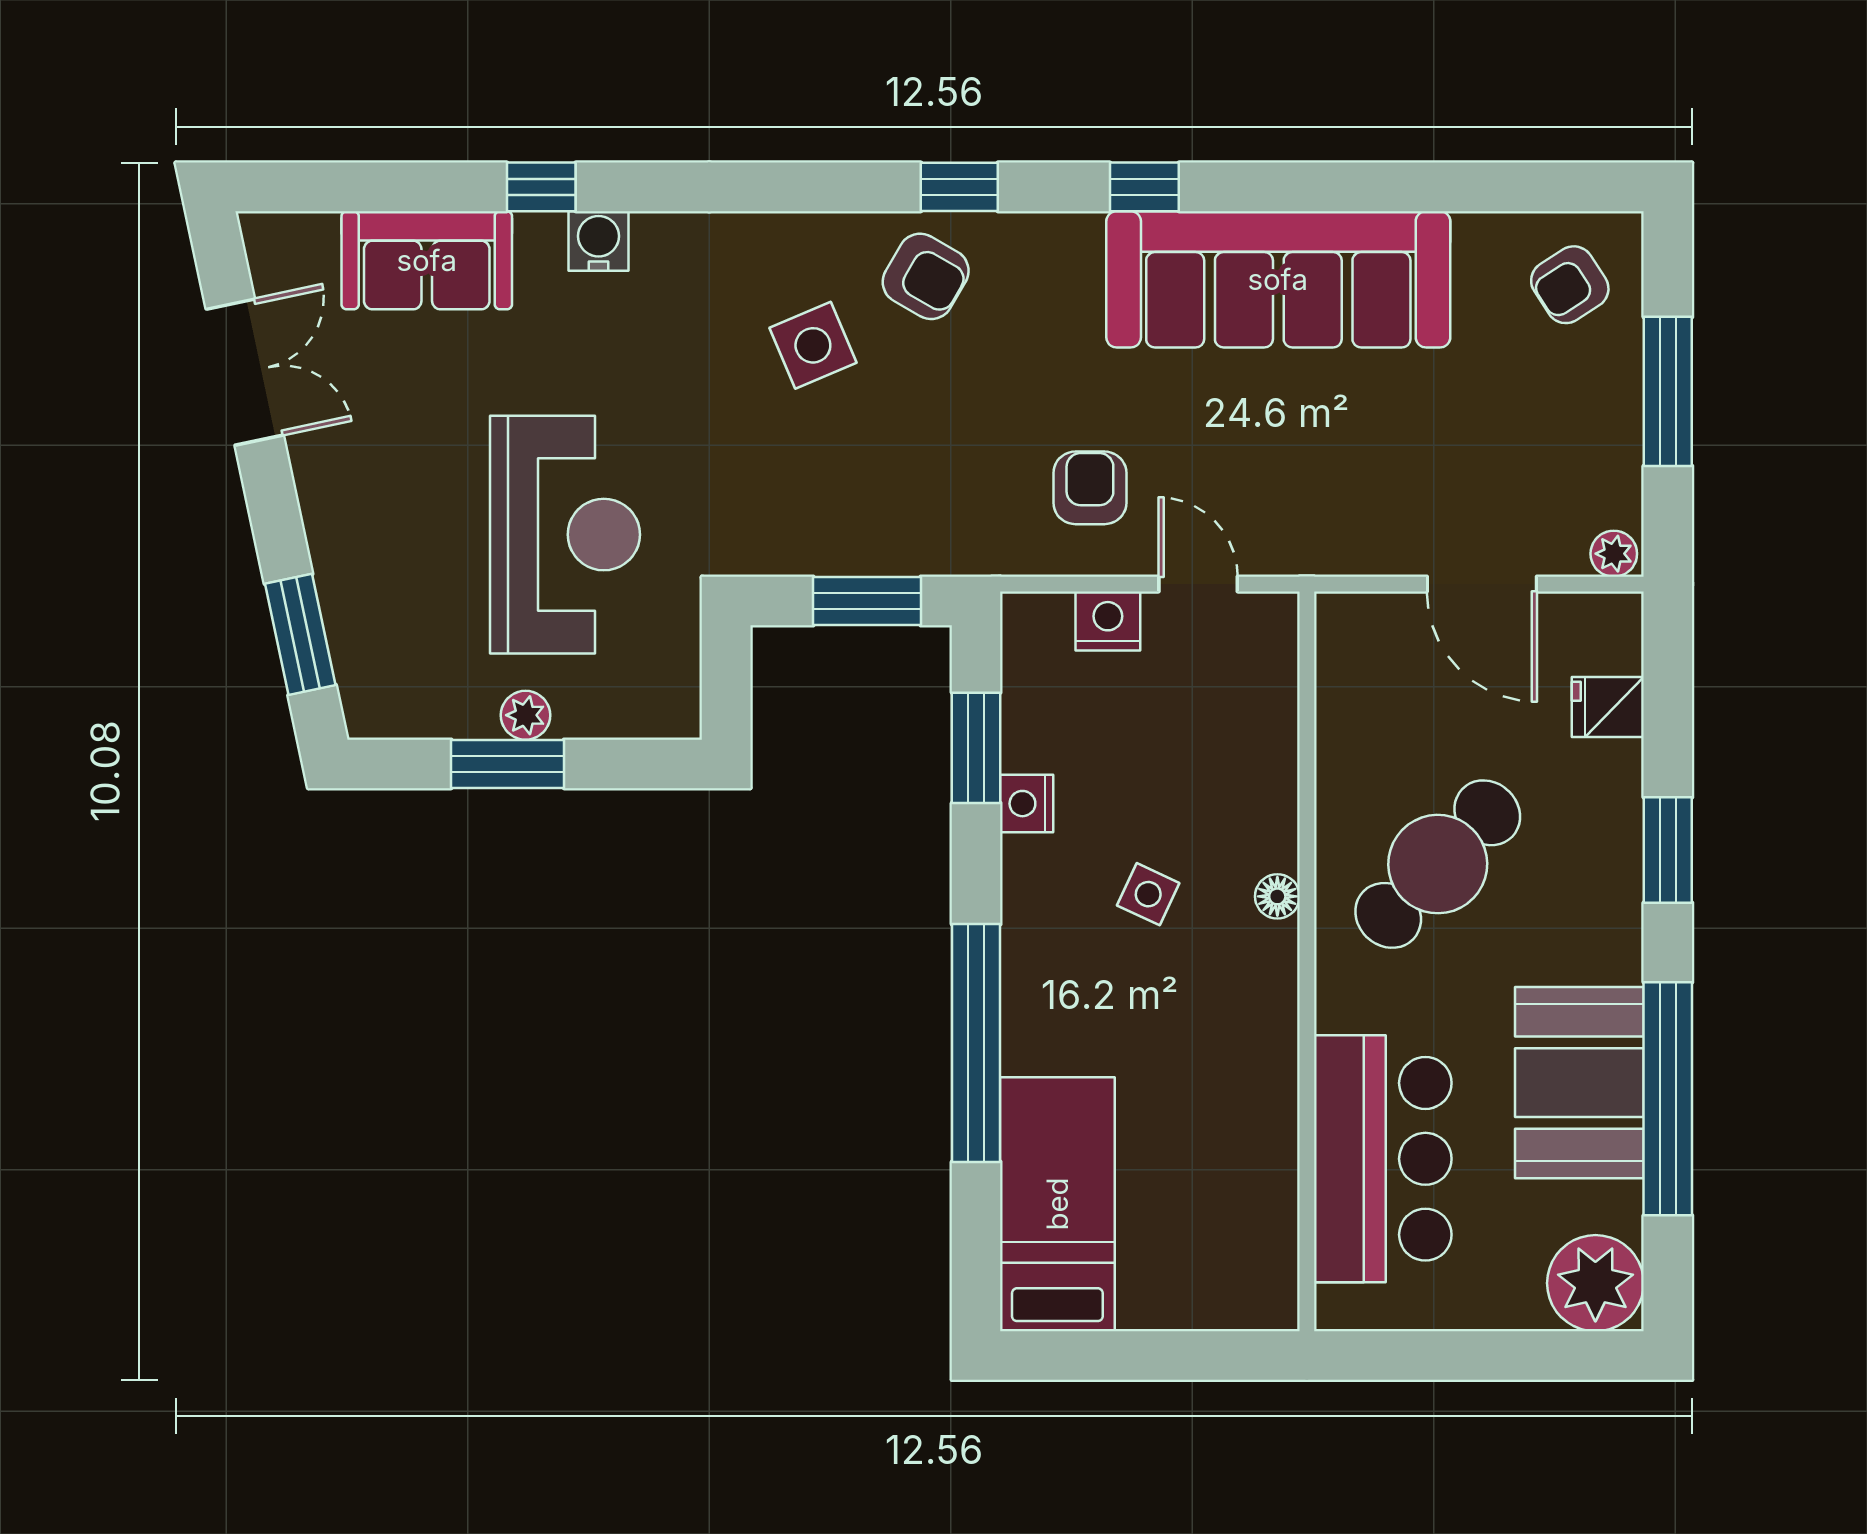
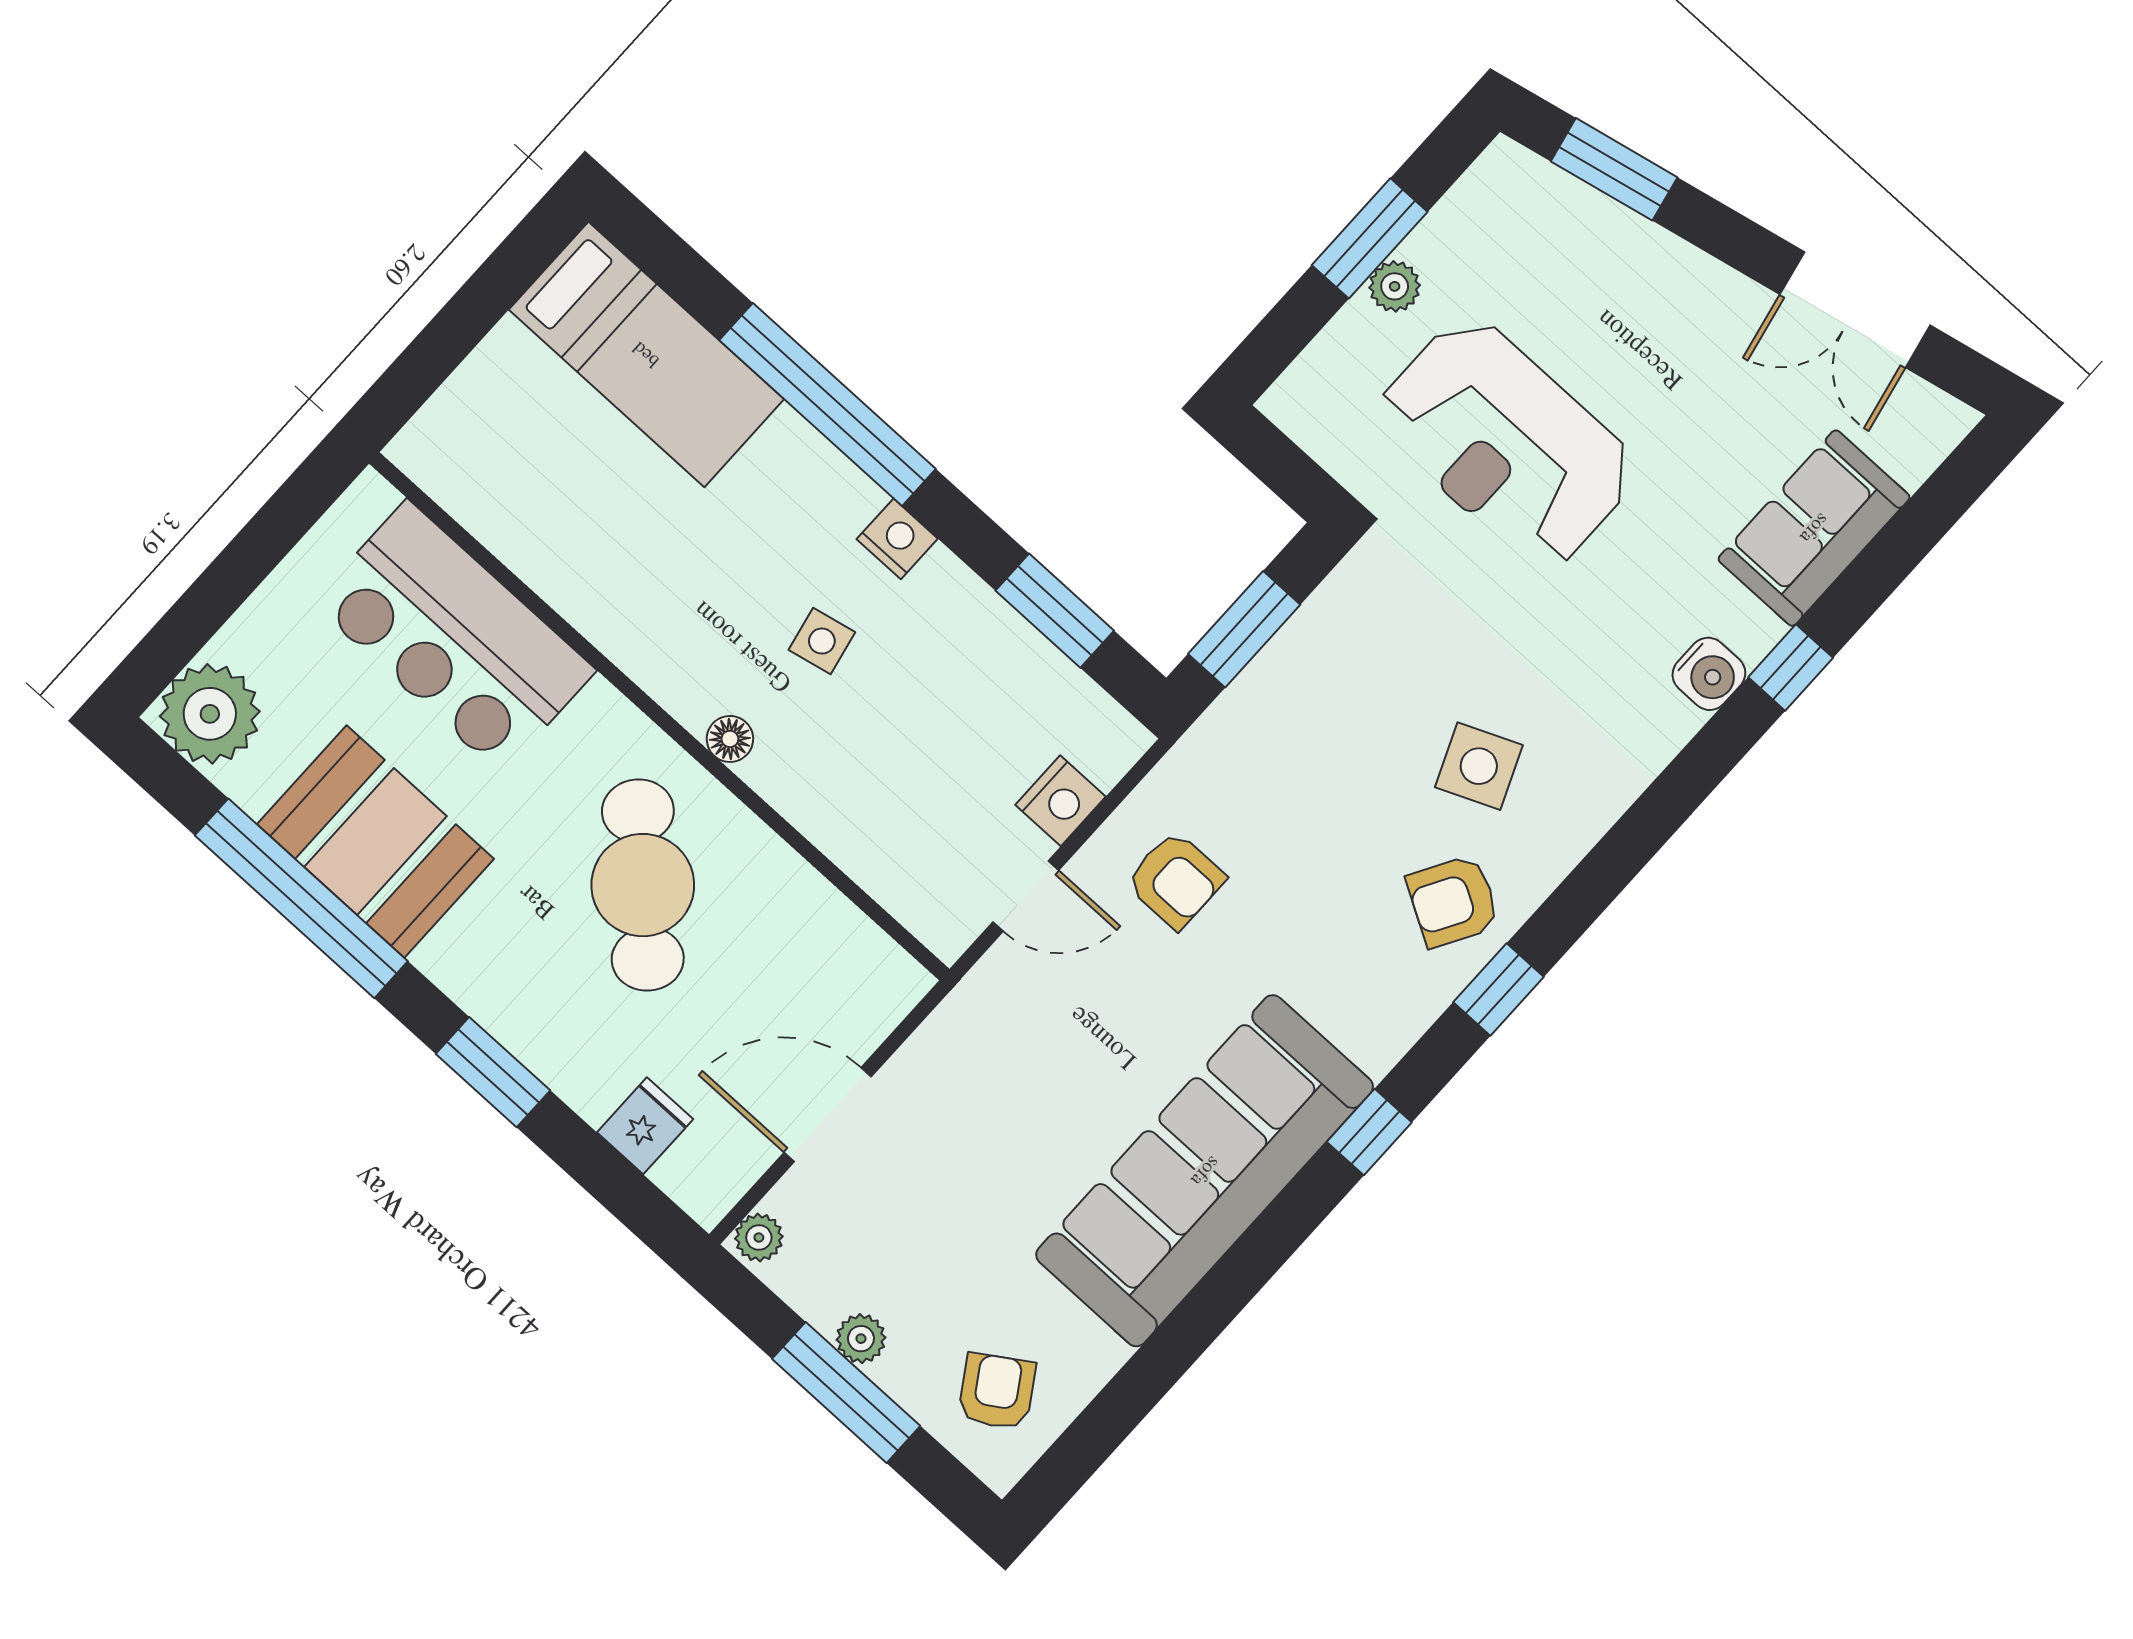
plant: (1620, 416) -> (861, 1339), added
nightstand: (1027, 804) -> (897, 539), moved
side table: (1148, 894) -> (822, 641), turned -37

